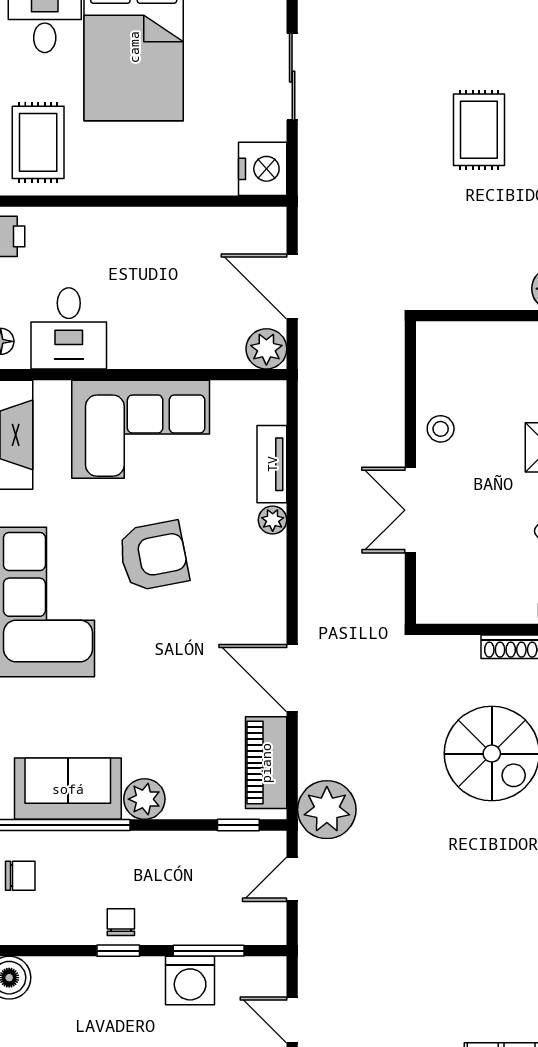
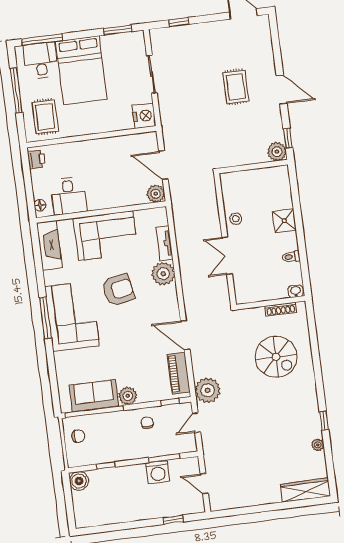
plant: (273, 520) -> (163, 274), width x1.87, depth x1.87
chair: (121, 922) -> (147, 423), moved
window: (118, 951) -> (106, 466), moved

